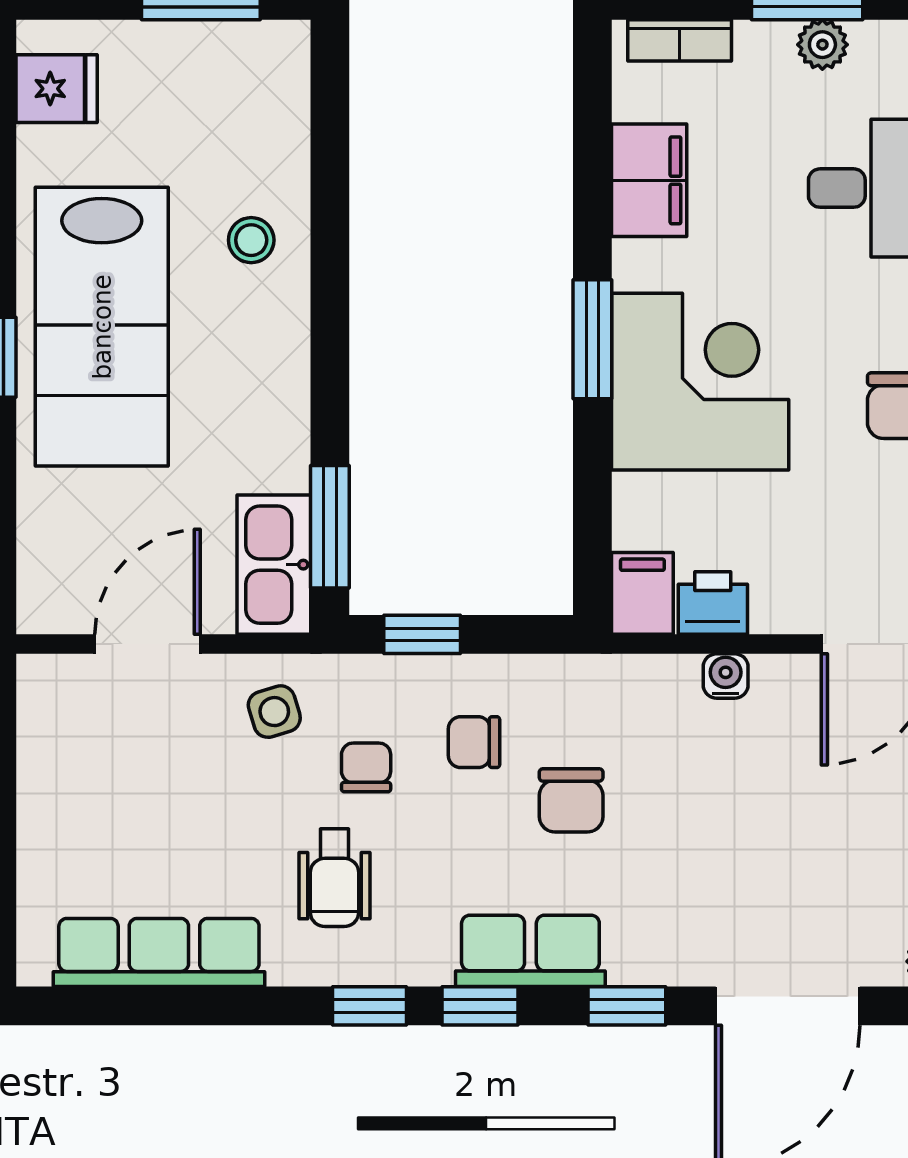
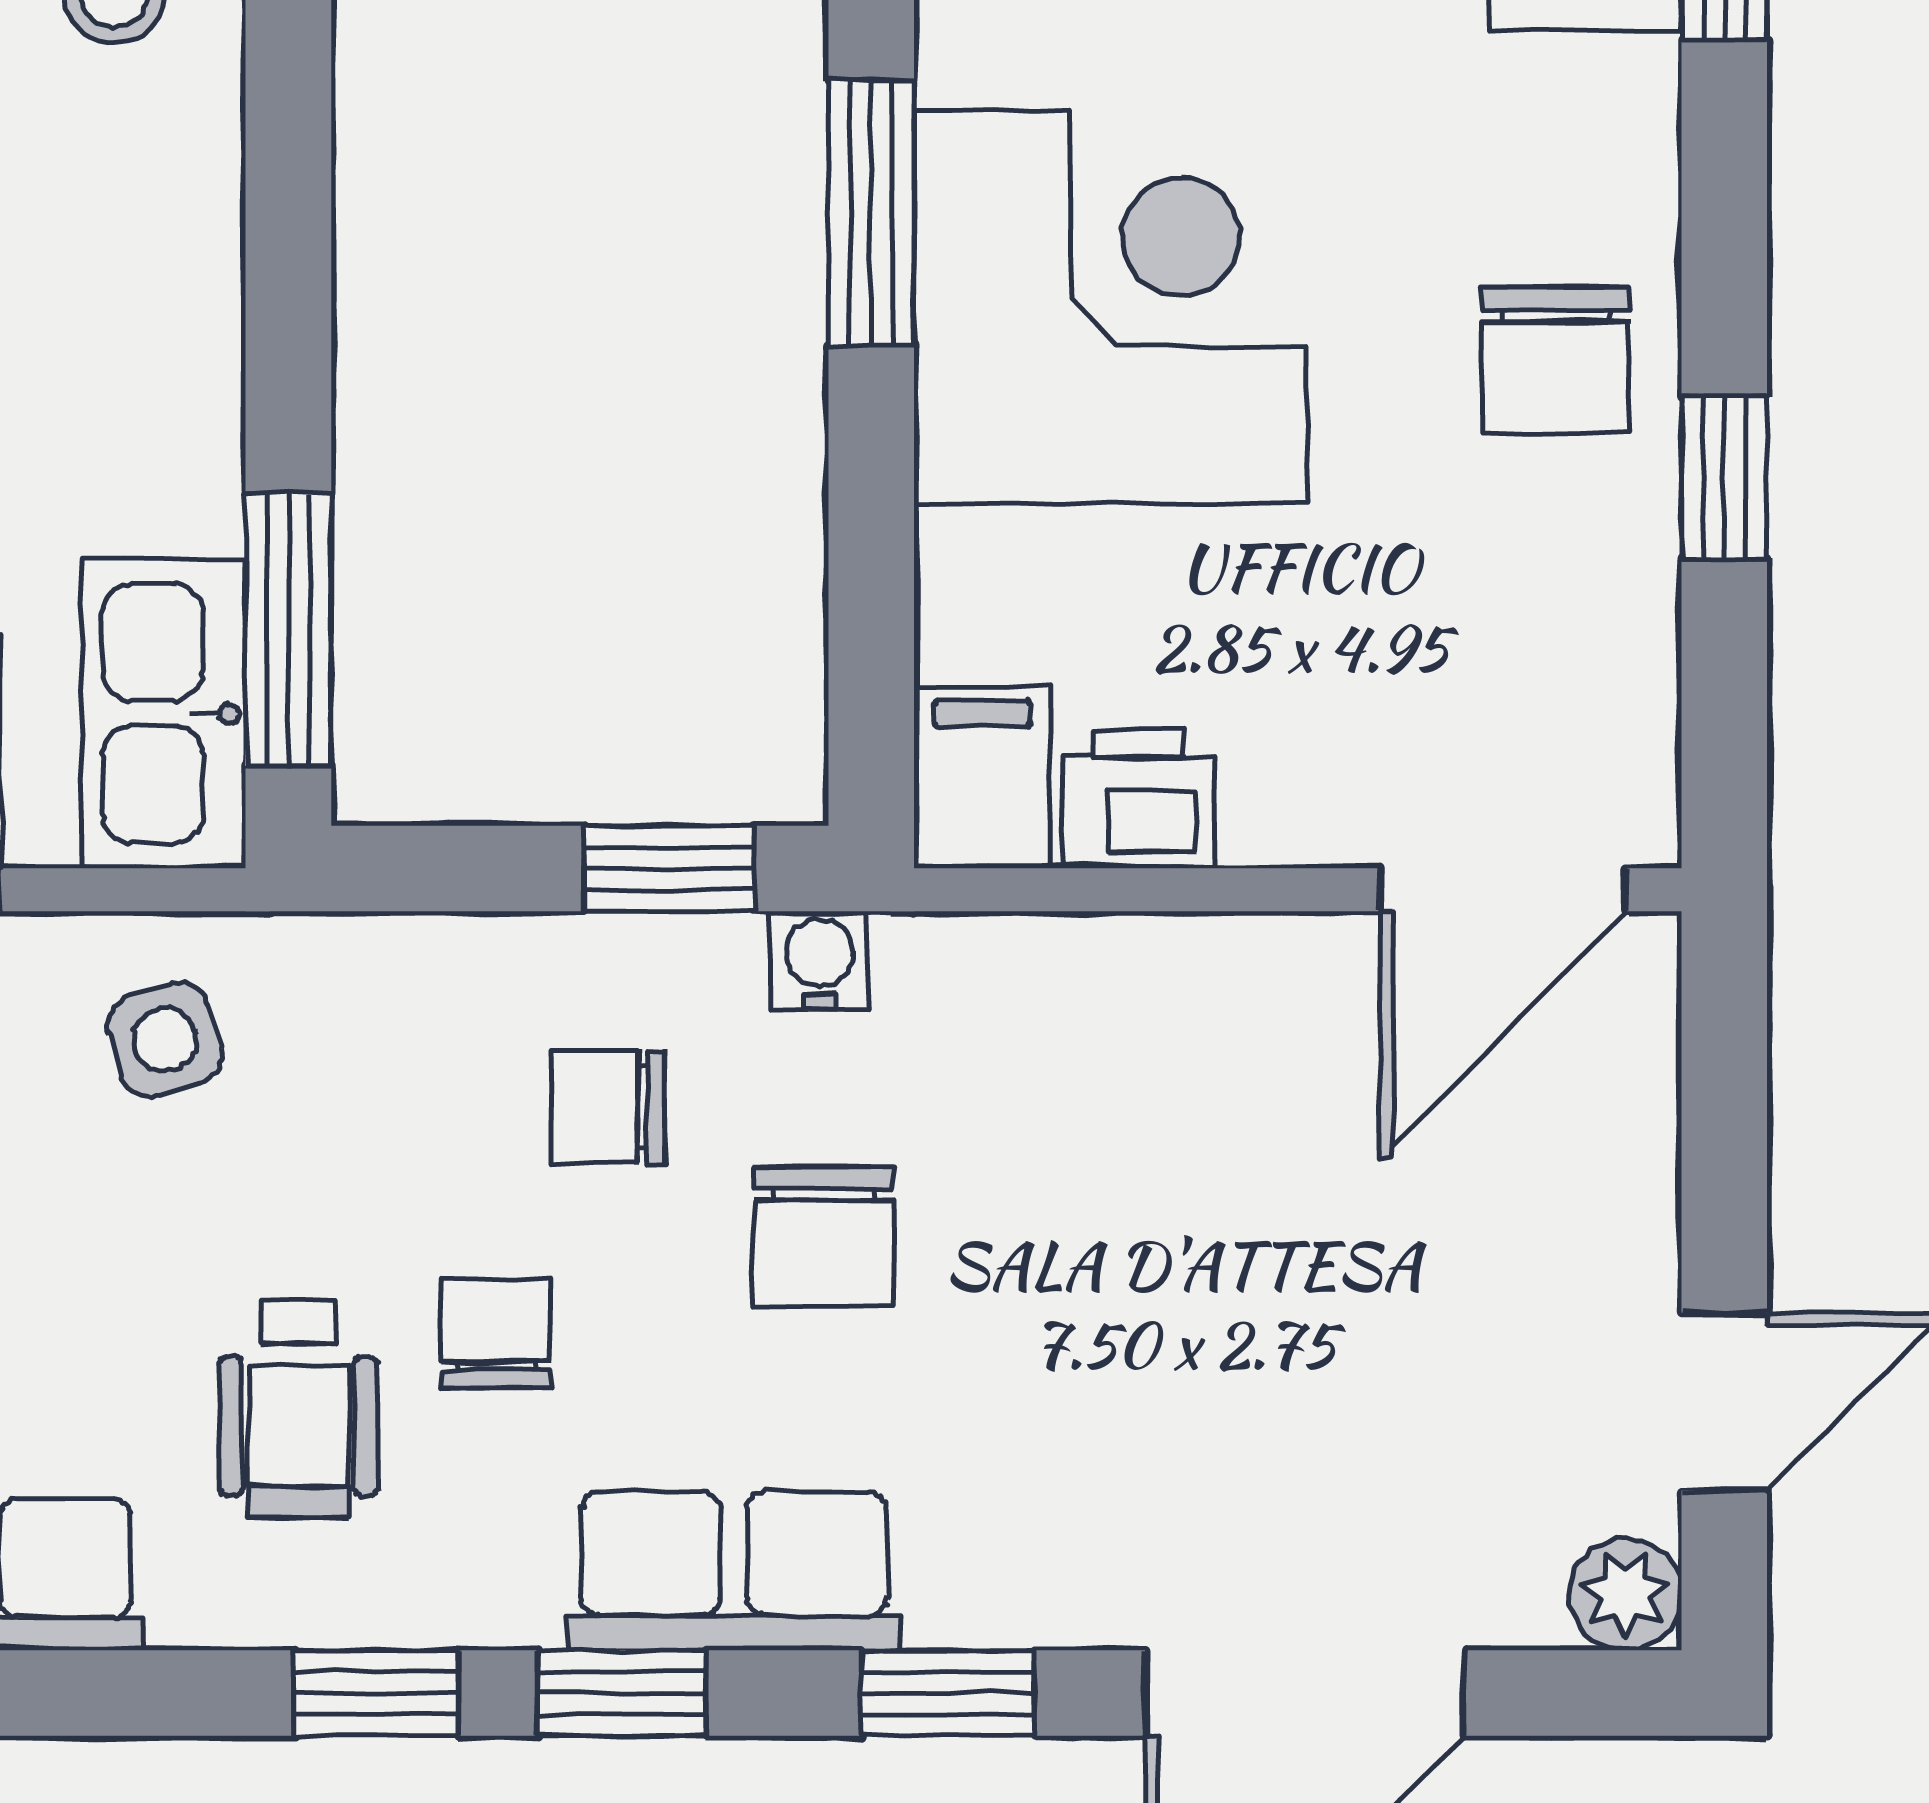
window: (422, 634) -> (668, 868), moved
water cooler: (726, 676) -> (820, 961), moved
chair: (366, 767) -> (496, 1334), moved

